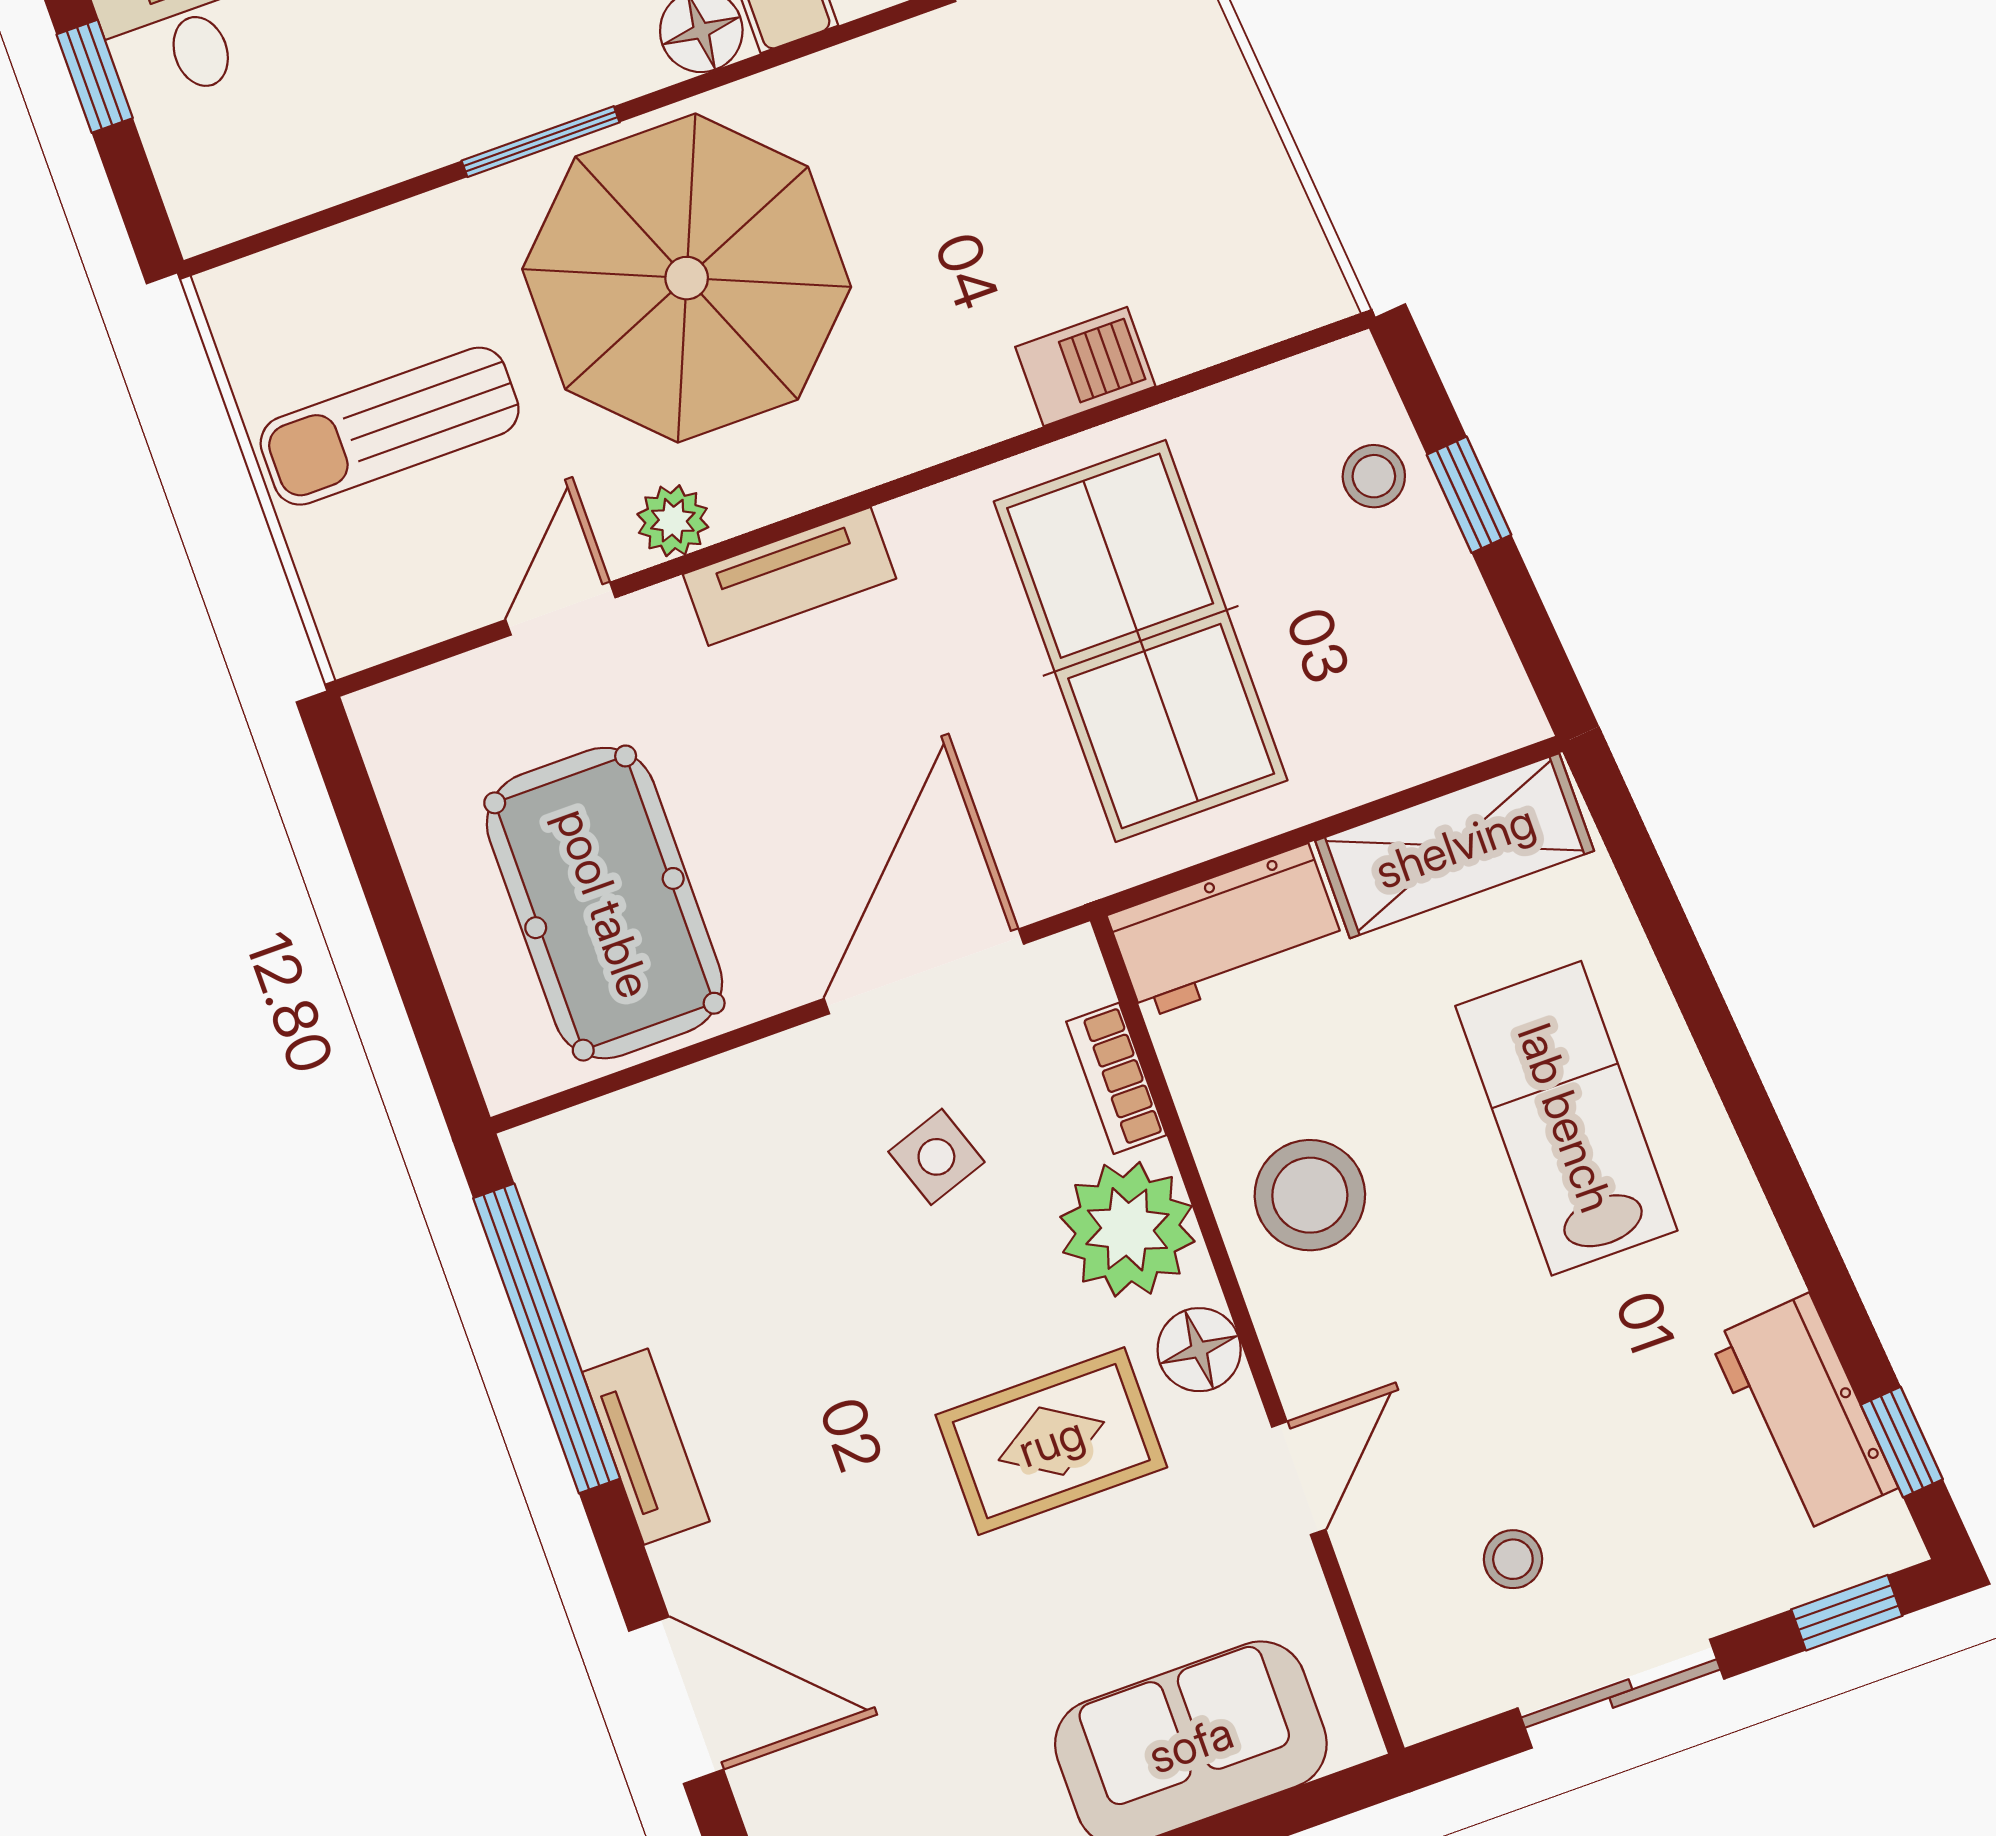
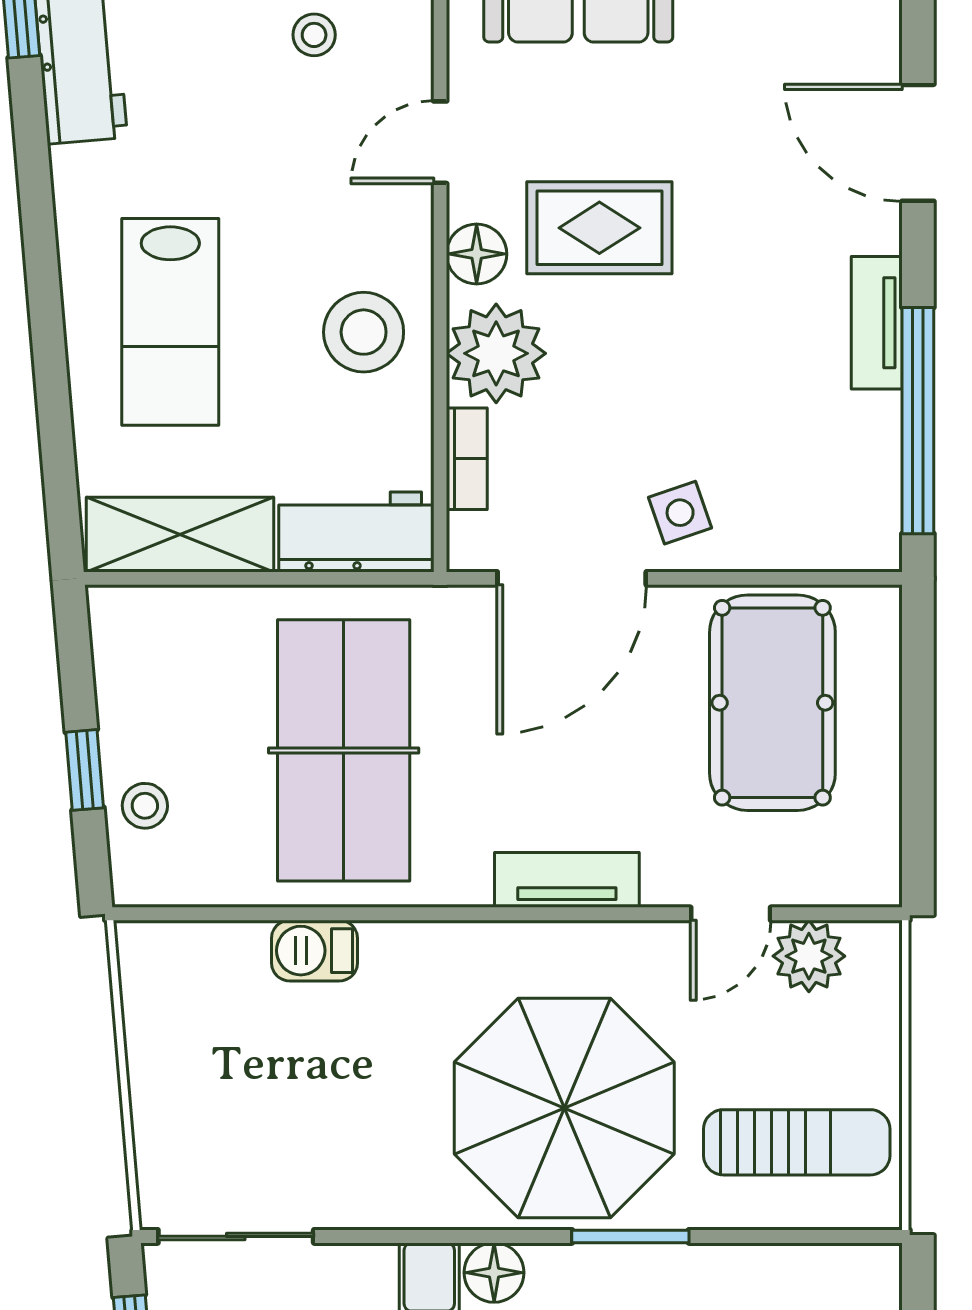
sun lounger: (390, 426) -> (797, 1142), moved
plant: (673, 521) -> (809, 956), moved, width x1.38, depth x1.38
side table: (936, 1157) -> (680, 513), moved

